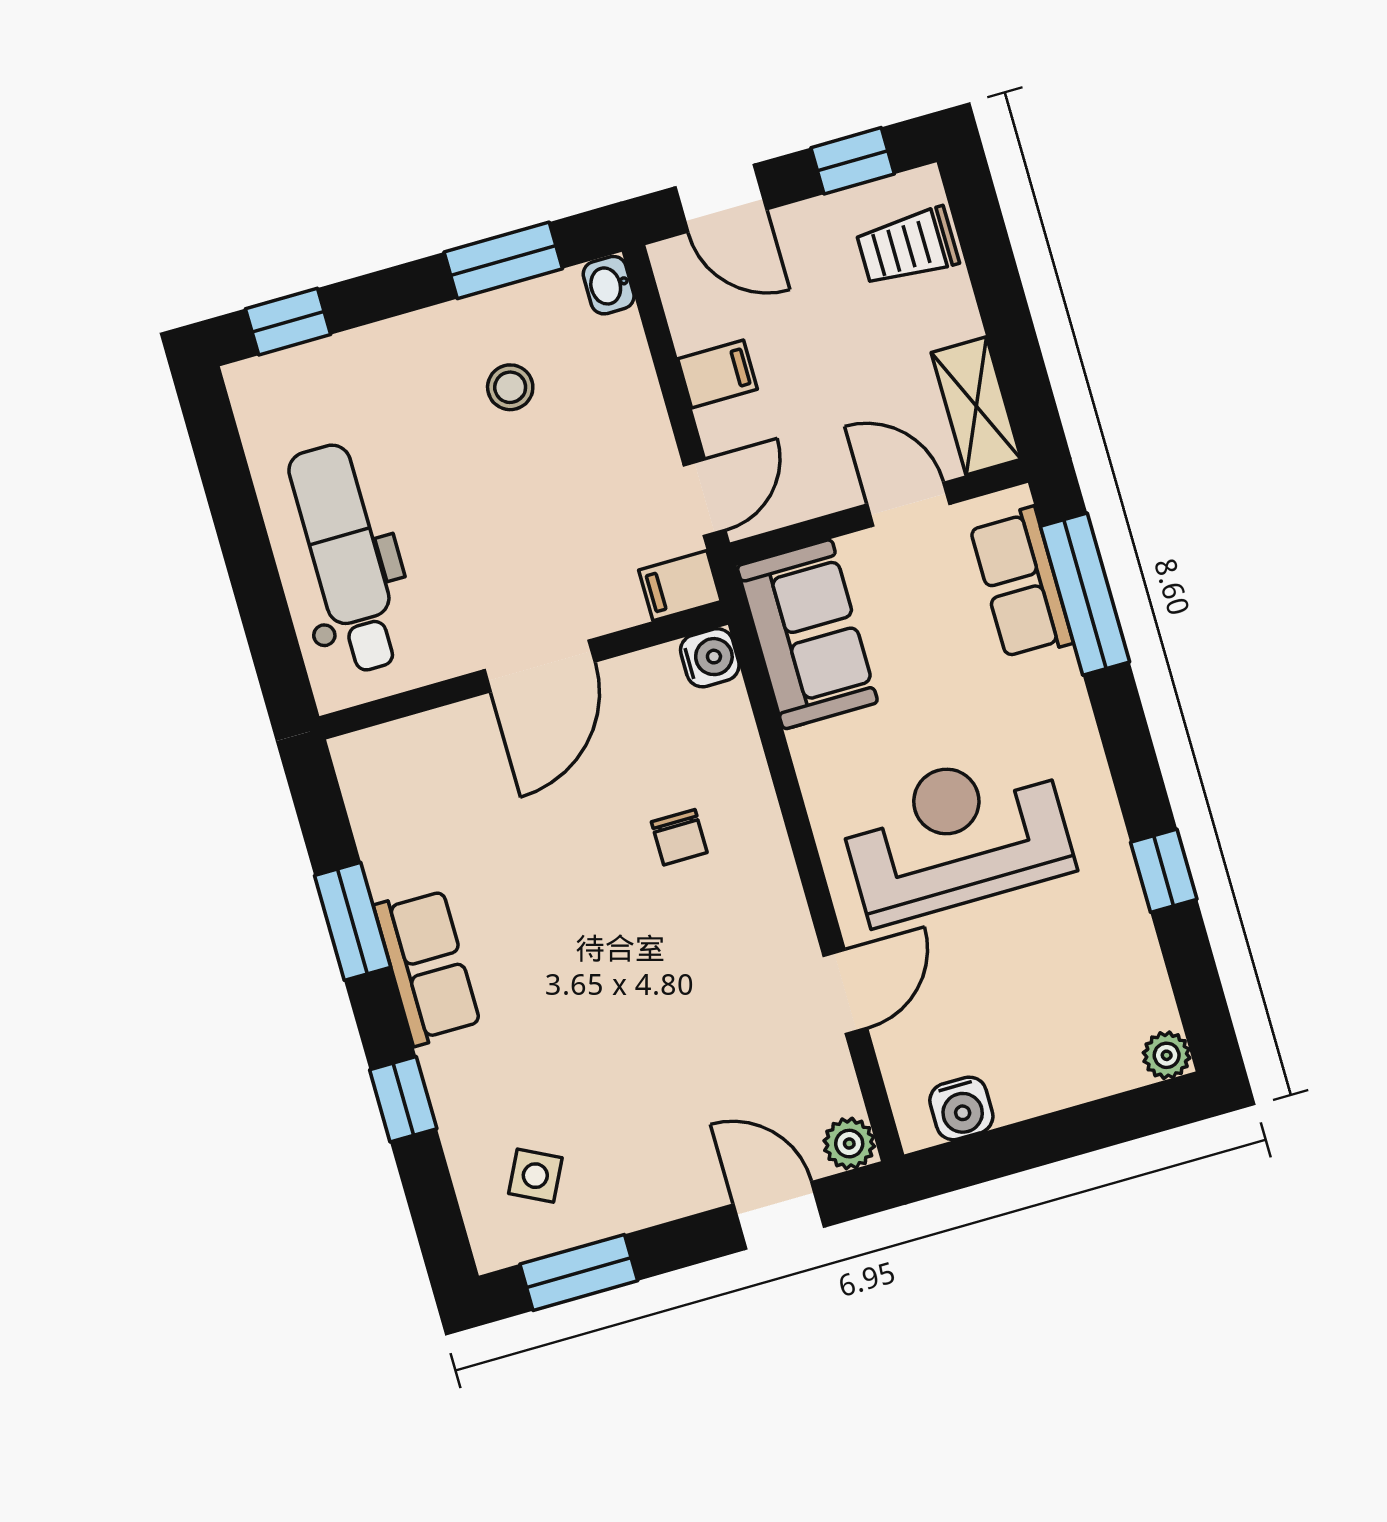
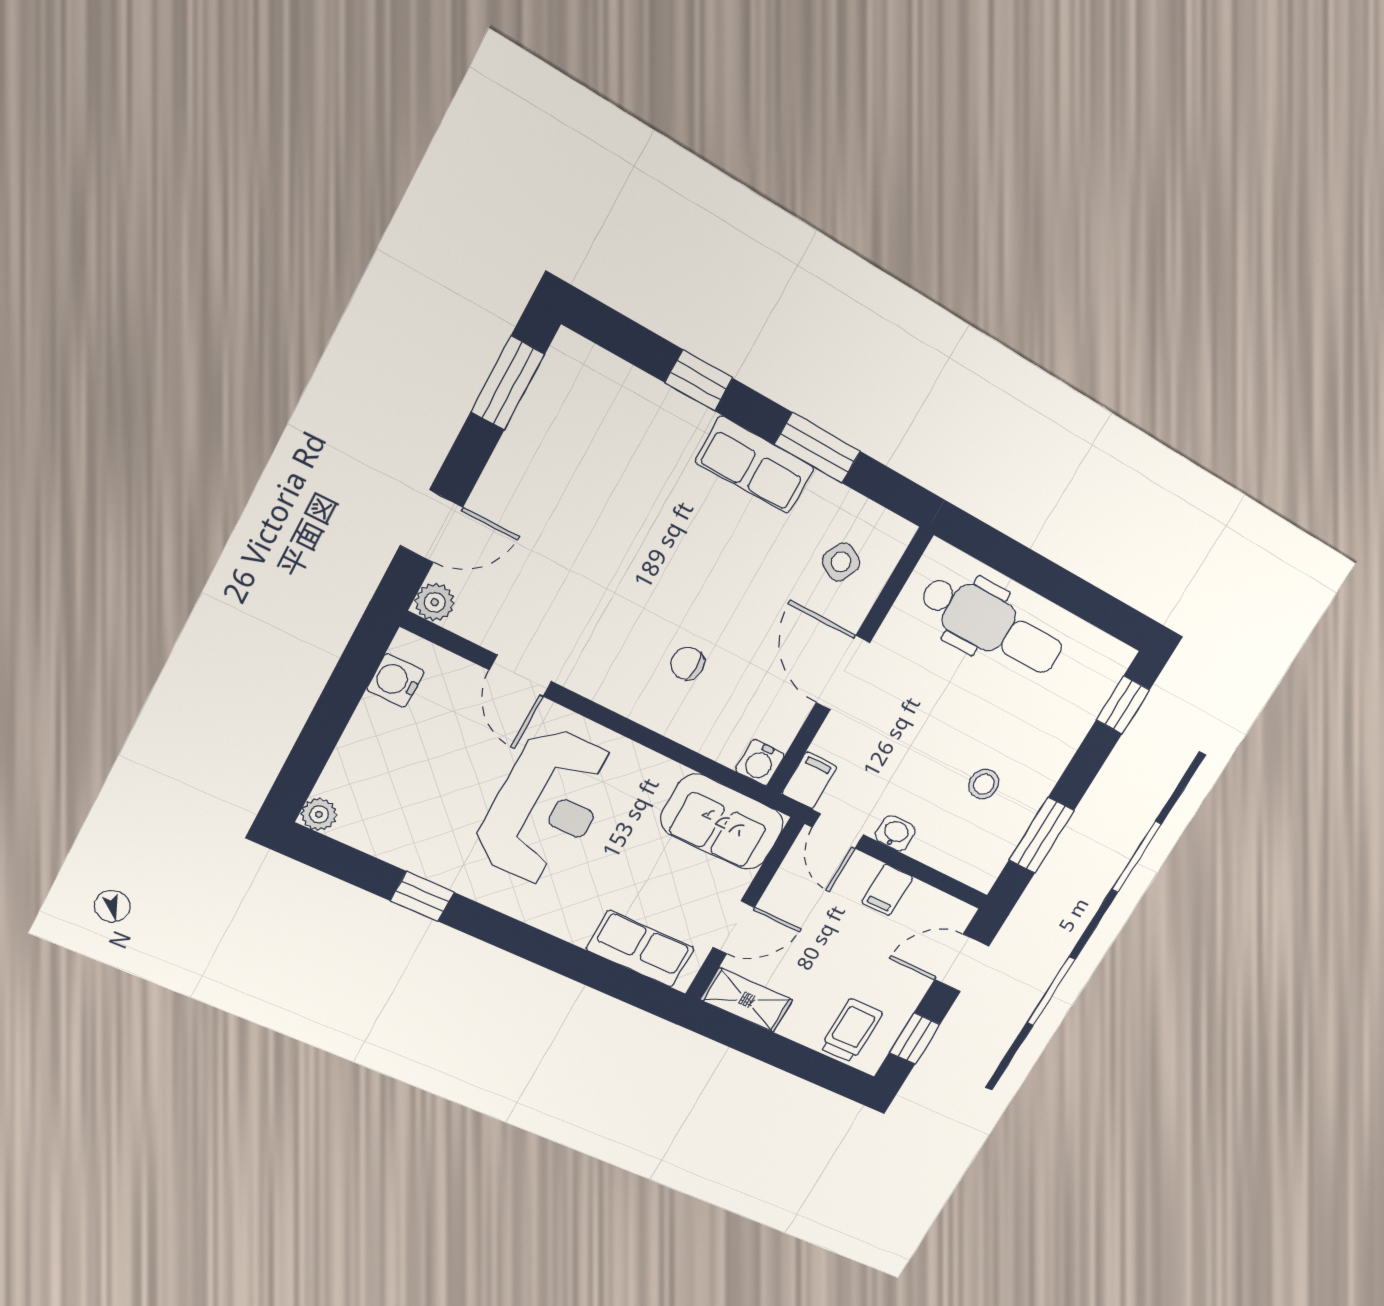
washbasin: (609, 285) -> (895, 833), moved
window: (1085, 594) -> (604, 975), removed
side table: (535, 1176) -> (841, 562), moved

